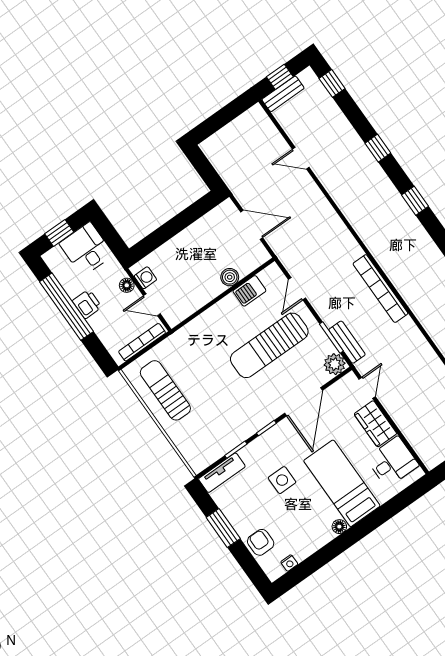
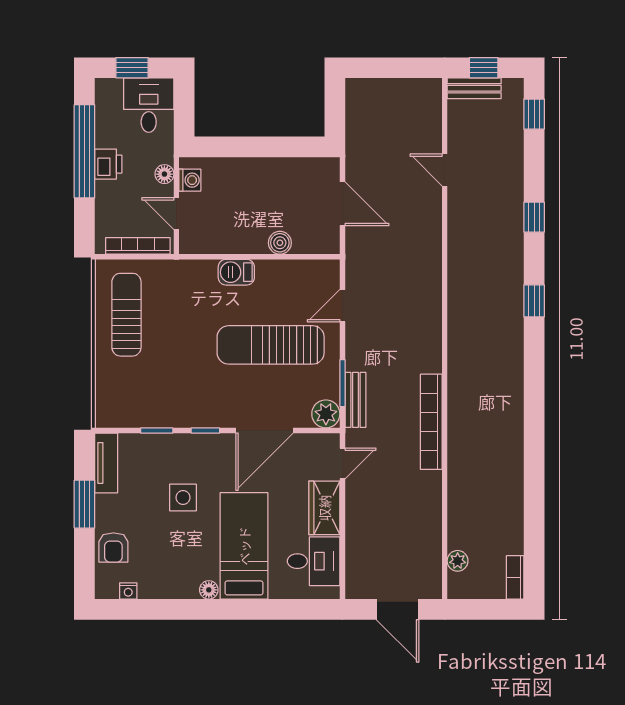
bookcase: (380, 289) -> (431, 422), moved
barbecue: (249, 291) -> (236, 272), moved
tv unit: (222, 473) -> (106, 463), moved, turned -90
armchair: (261, 542) -> (113, 547), turned 180

